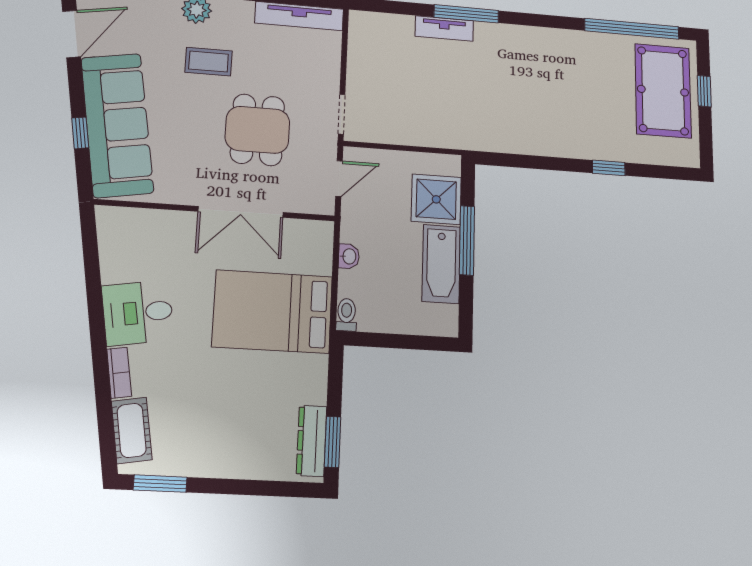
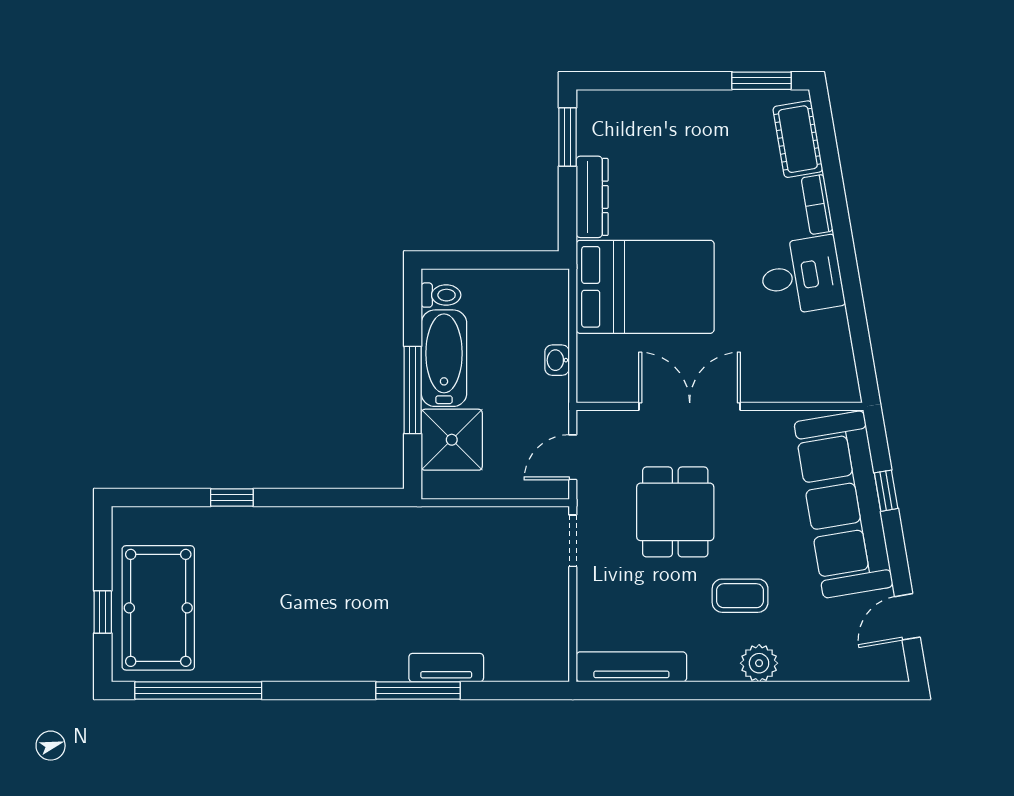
door: (72, 34) -> (907, 617), width x0.73
toilet: (346, 315) -> (441, 295), moved, turned -90
dresser: (312, 441) -> (592, 197), moved

